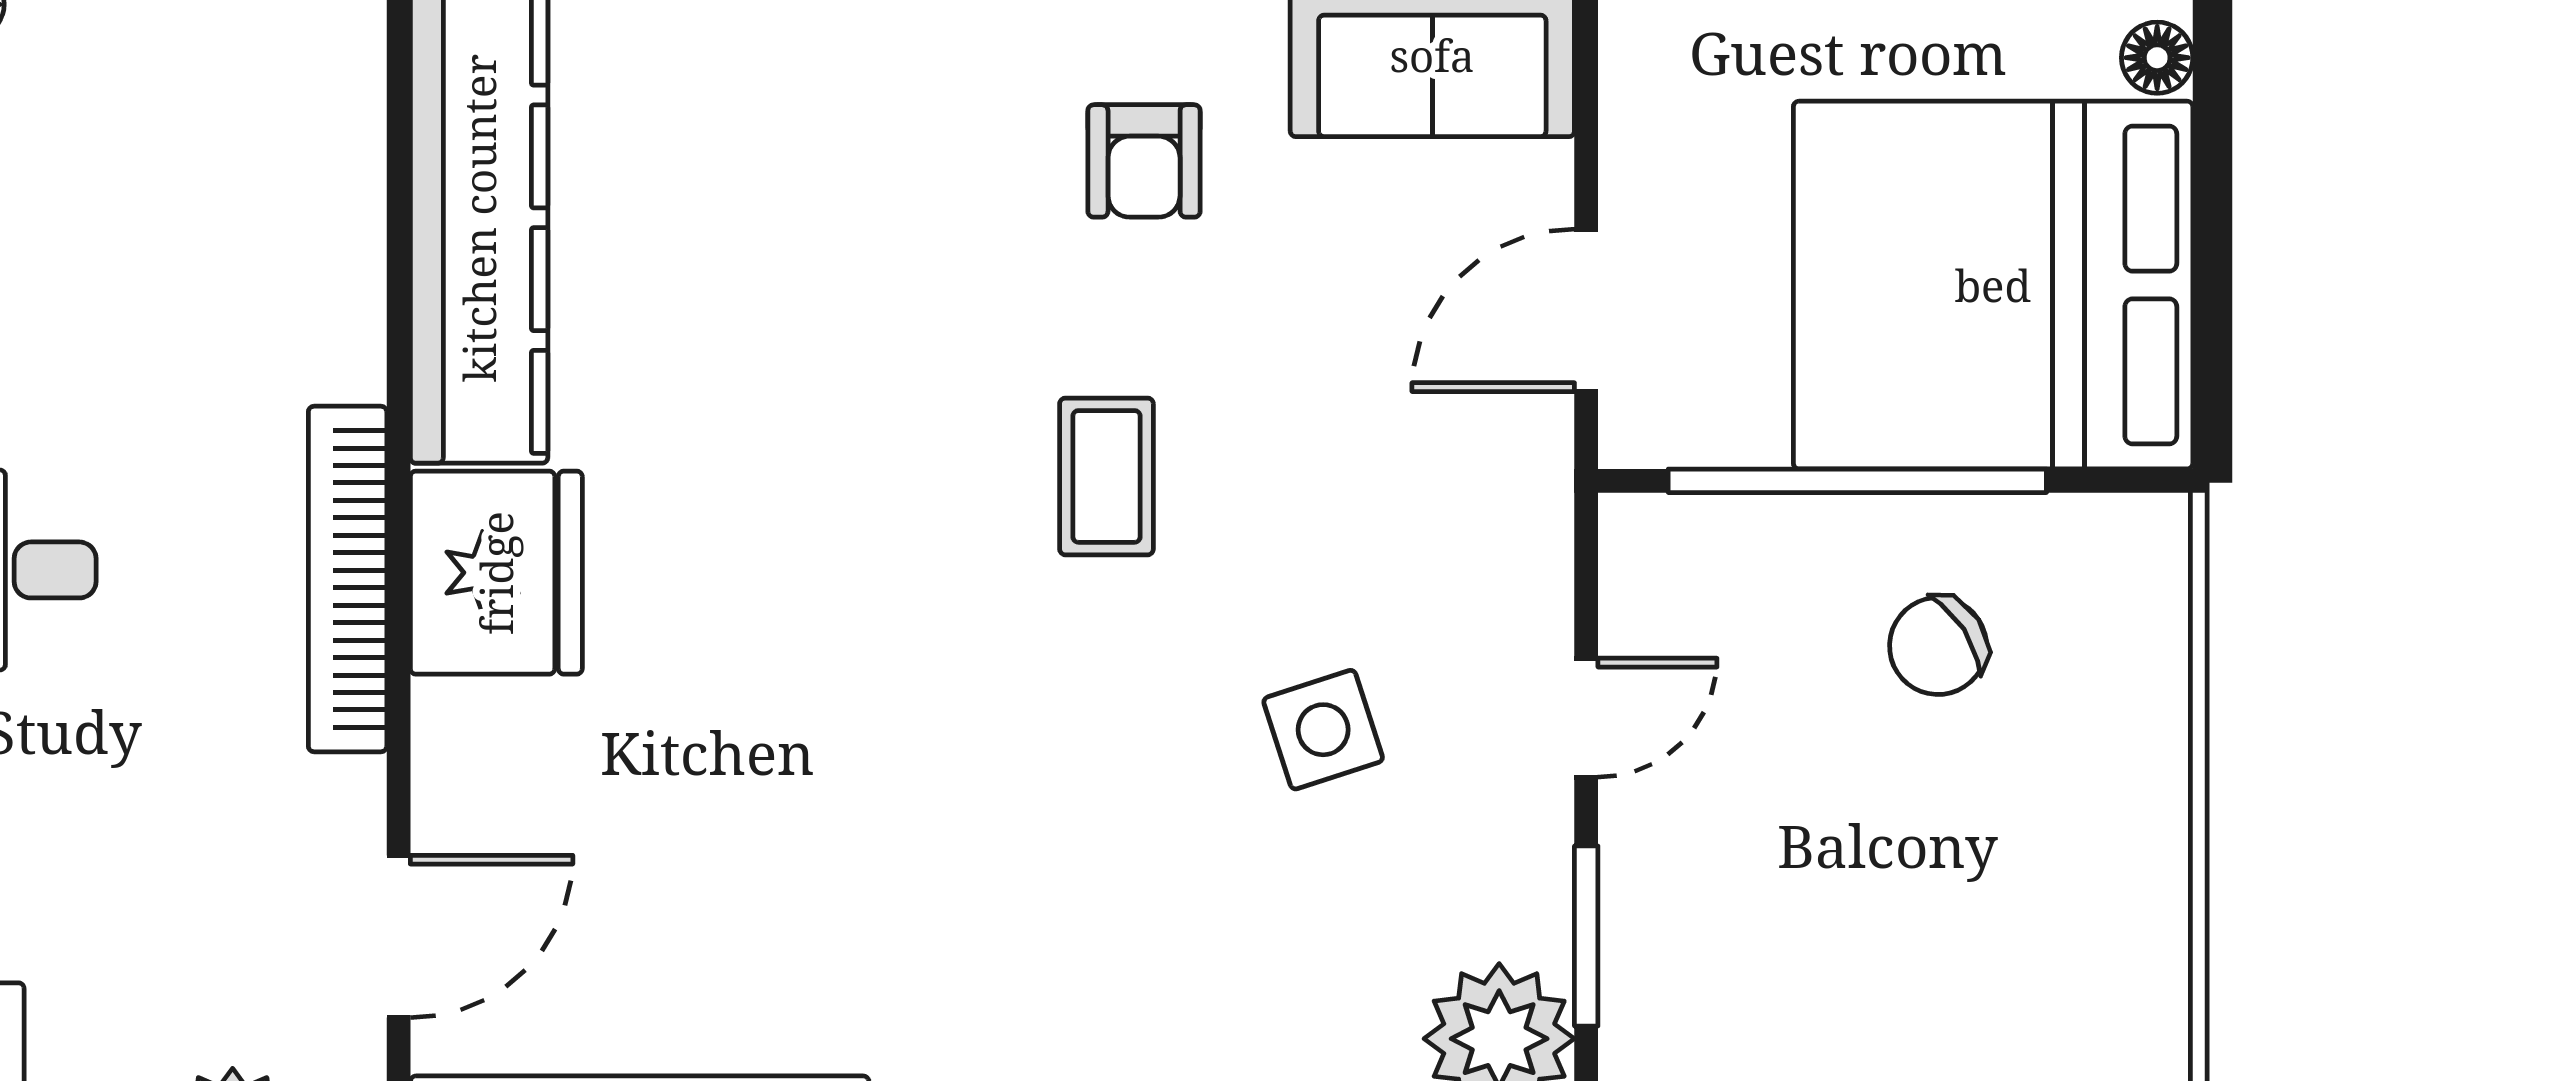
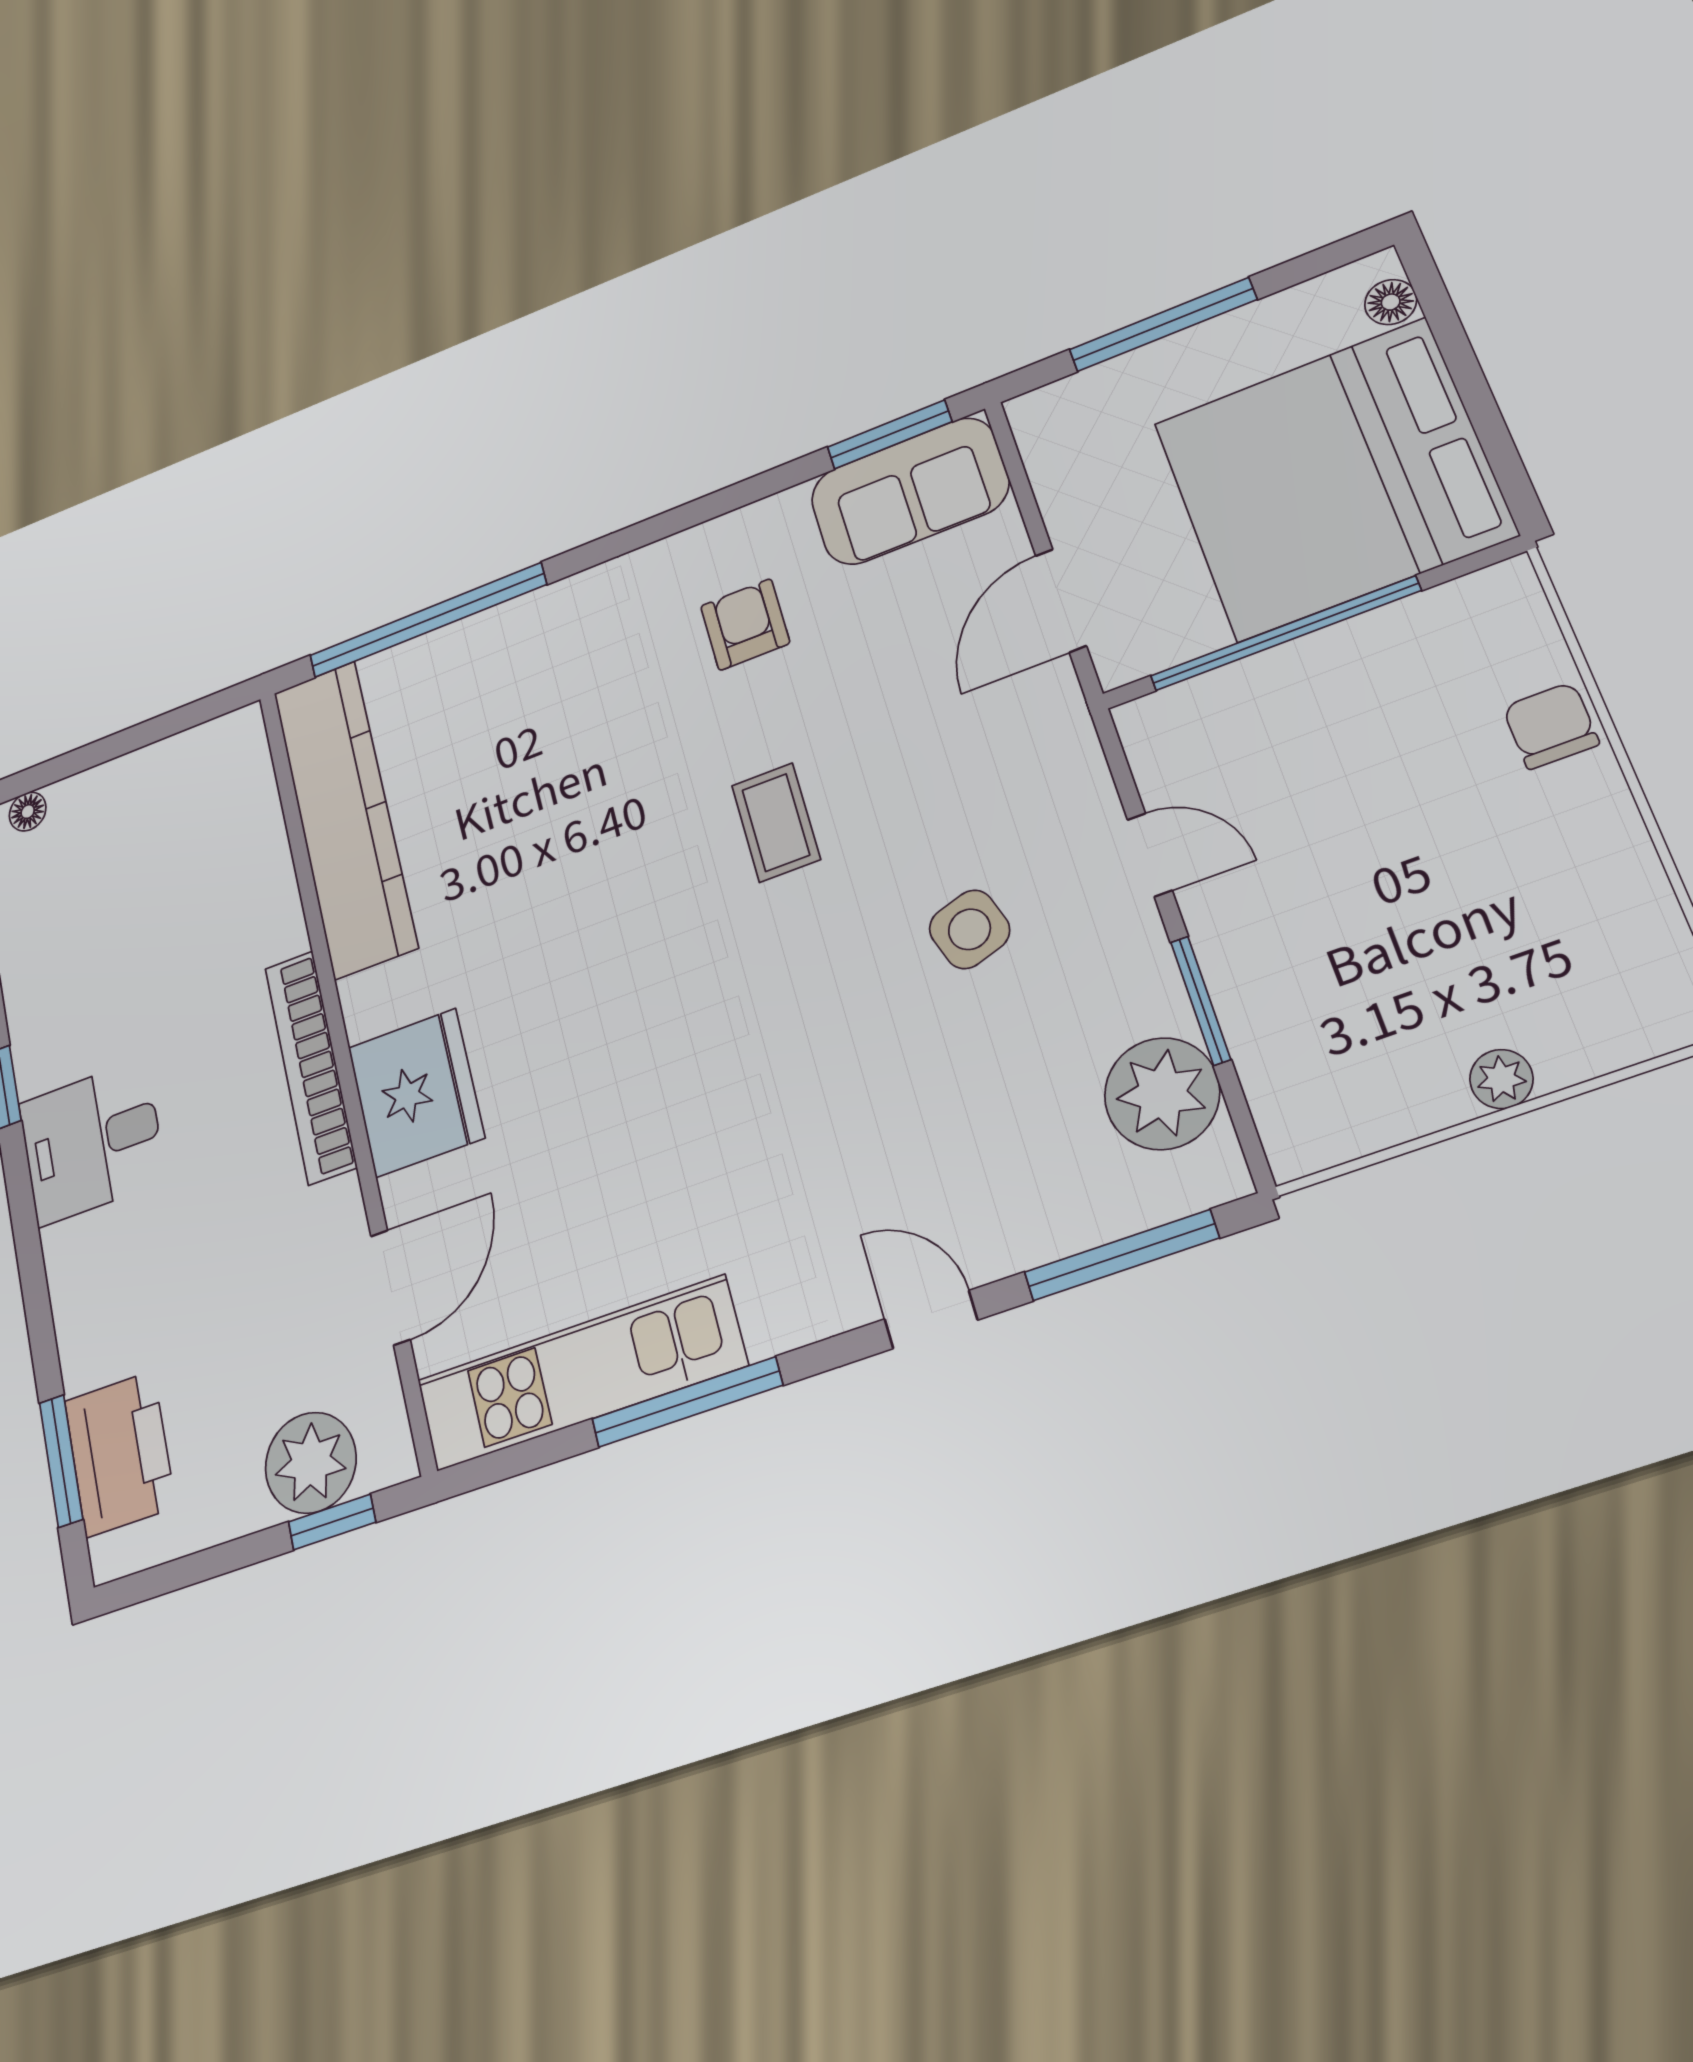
armchair: (1144, 161) -> (745, 625), turned 180
fridge: (496, 573) -> (416, 1093), moved
chair: (1938, 646) -> (1551, 726), moved, turned 123
door: (1586, 718) -> (1150, 855), hinge flipped

